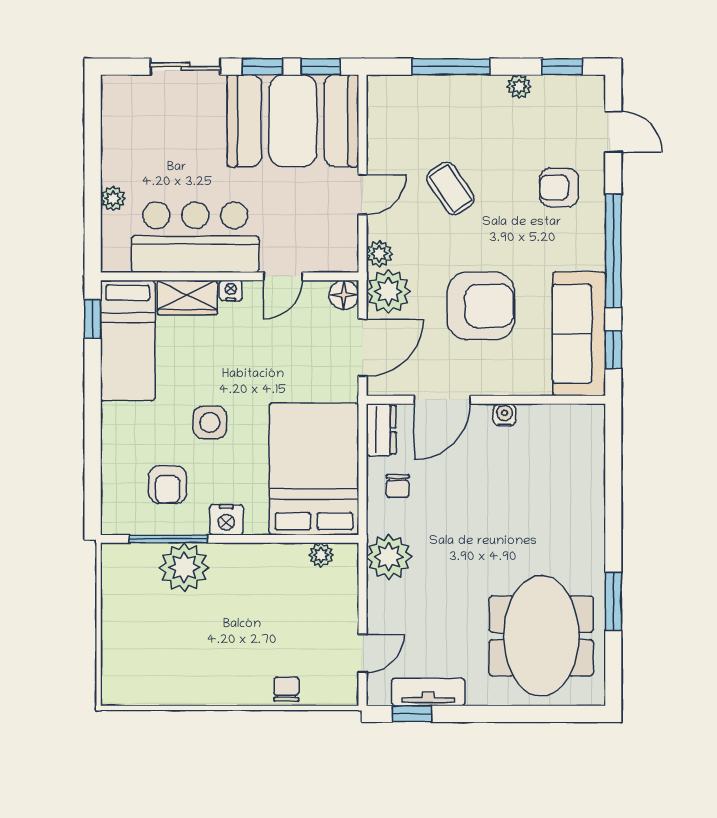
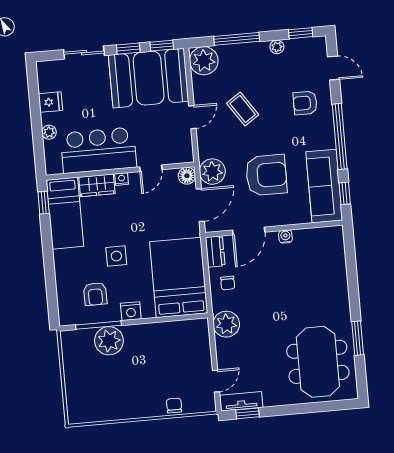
fridge: (120, 147) -> (51, 102), added
plant: (379, 254) -> (204, 61), moved, width x1.88, depth x1.88
plant: (321, 555) -> (187, 327), removed
tv unit: (428, 692) -> (241, 401), moved

